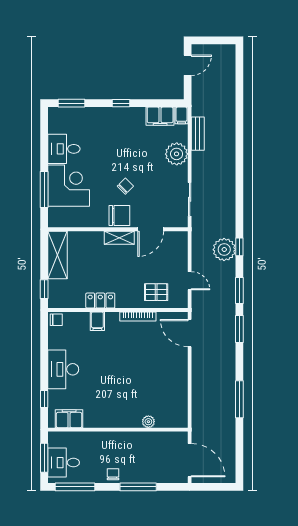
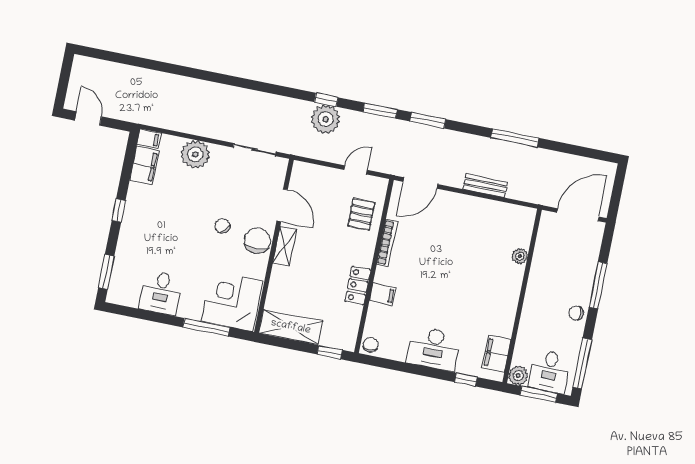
bench: (198, 134) -> (485, 186), moved
corner desk: (69, 186) -> (232, 301), moved
plant: (56, 439) -> (518, 375), added

